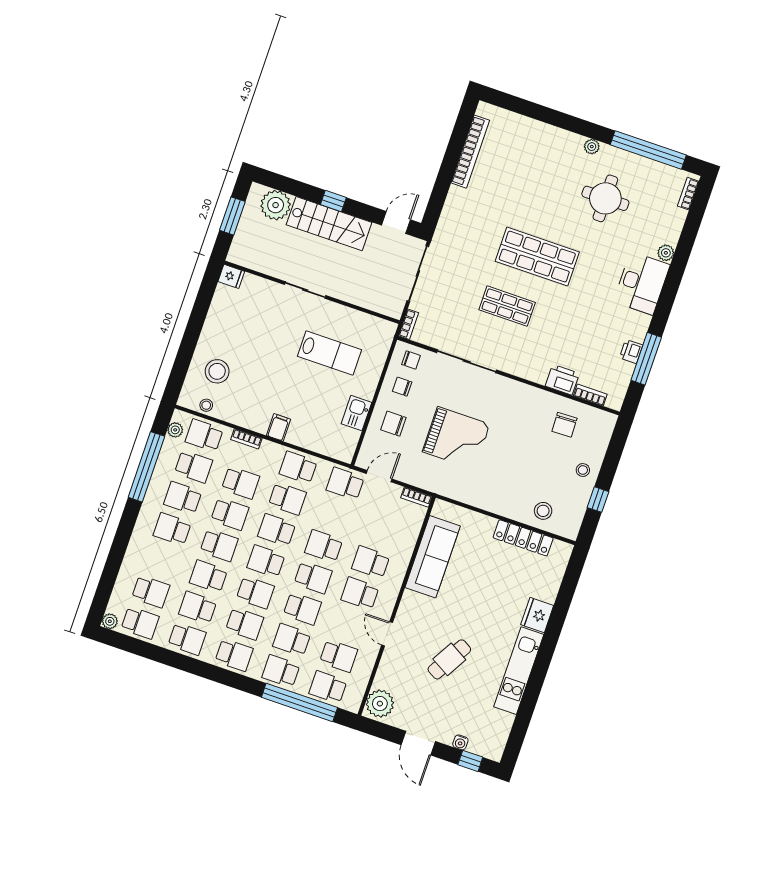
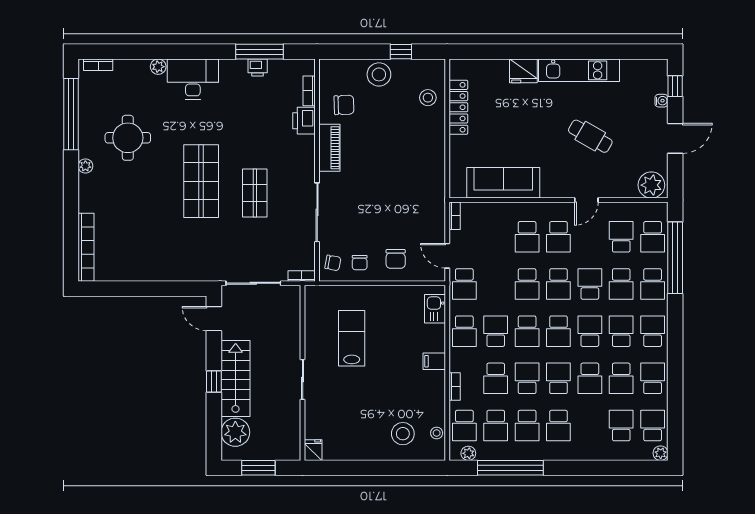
bookcase: (470, 152) -> (86, 247), moved, turned 90
chair: (411, 360) -> (333, 263), turned 101
piano: (527, 396) -> (329, 148), added
kitchen sink: (356, 413) -> (435, 309), moved, turned 90
grand piano: (456, 438) -> (389, 198), removed
school desk: (193, 467) -> (496, 426), turned 180
stool: (583, 470) -> (379, 74), width x1.89, depth x1.89
school desk: (240, 483) -> (496, 378), turned 180
school desk: (313, 577) -> (558, 284), turned 180

